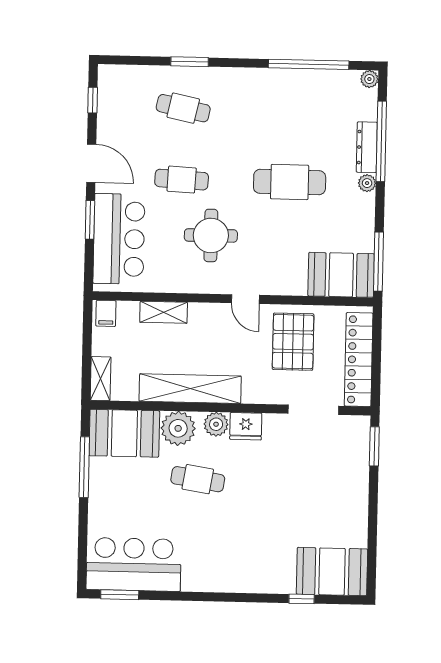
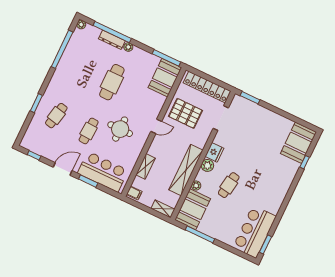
plant: (178, 428) -> (196, 185), width x0.53, depth x0.53

